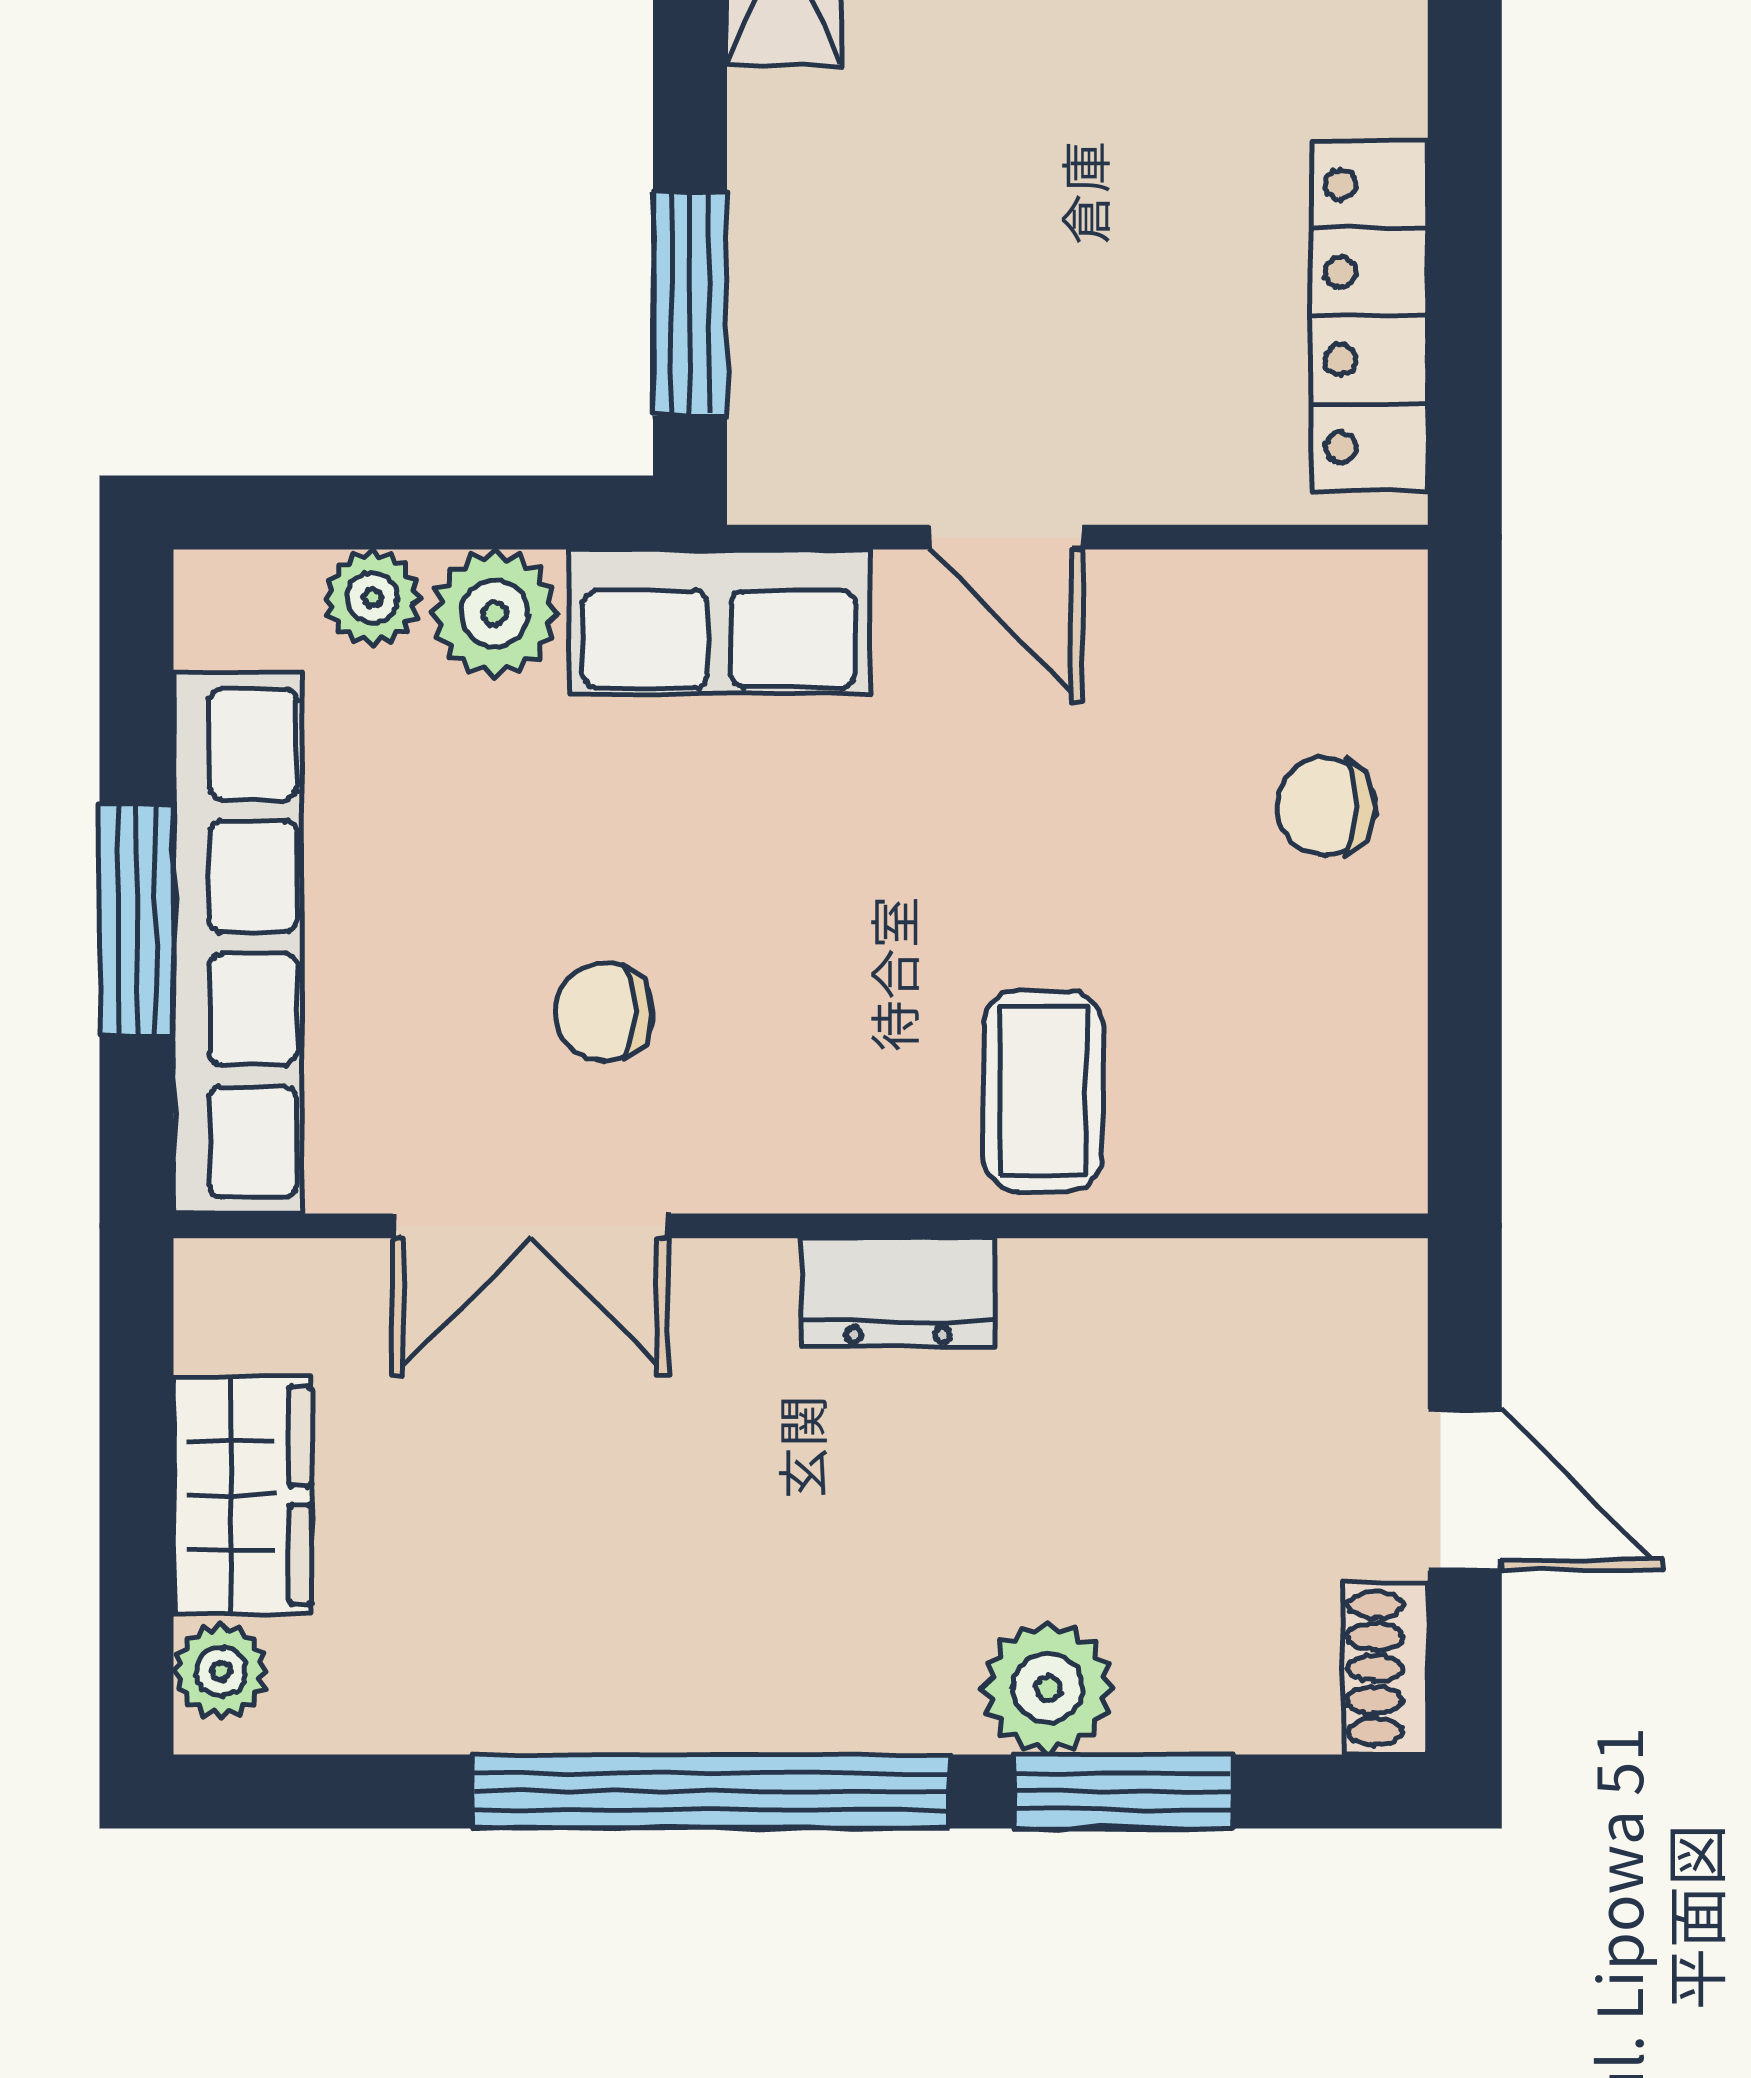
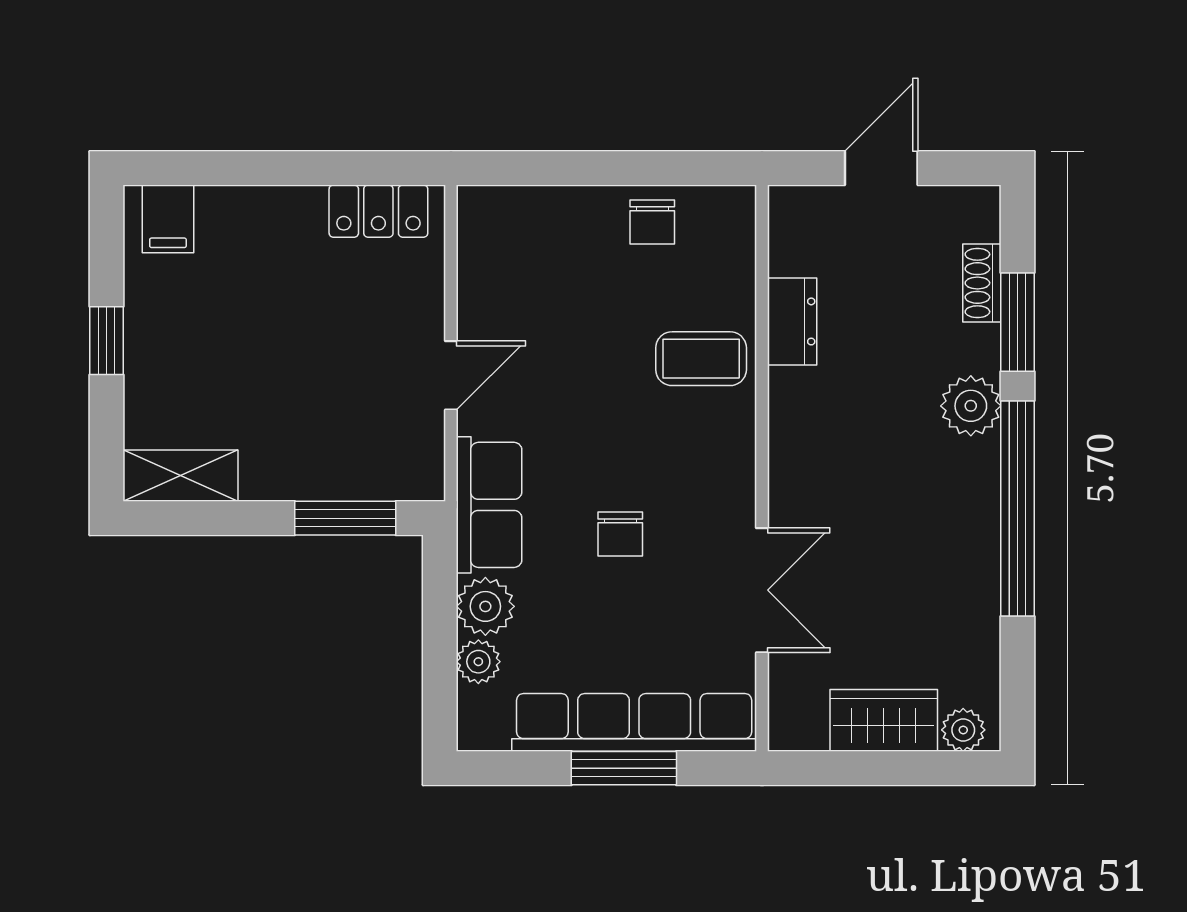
locker: (1370, 316) -> (378, 211), width x0.66
chair: (1326, 806) -> (652, 222), moved
chair: (604, 1012) -> (620, 534), moved
dresser: (898, 1292) -> (792, 321), moved
shoe rack: (1386, 1668) -> (982, 283), moved, turned 90
plant: (1048, 1688) -> (971, 406), moved

